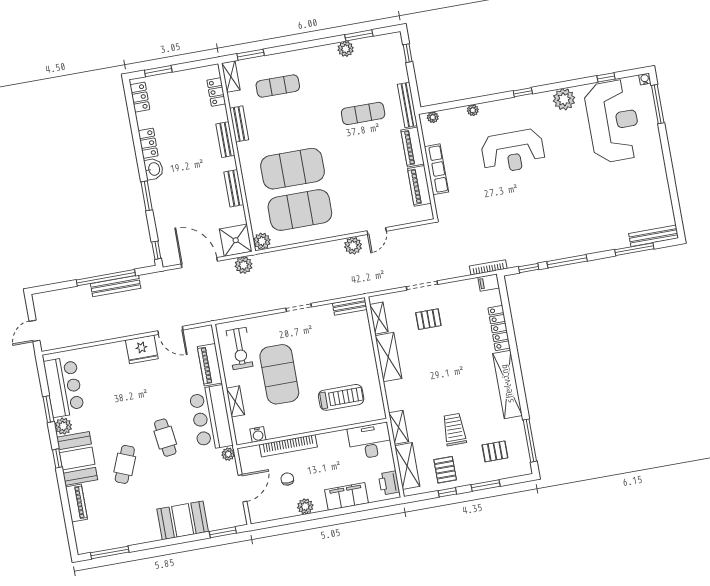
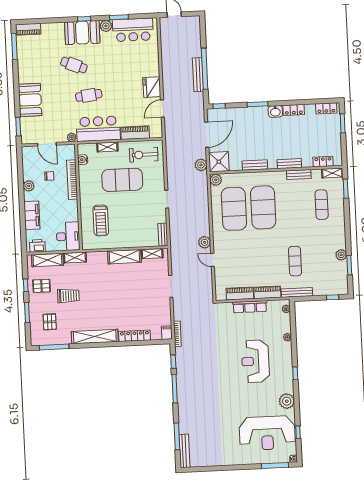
pallet: (428, 319) -> (147, 288), removed
piano: (76, 503) -> (28, 29), moved

